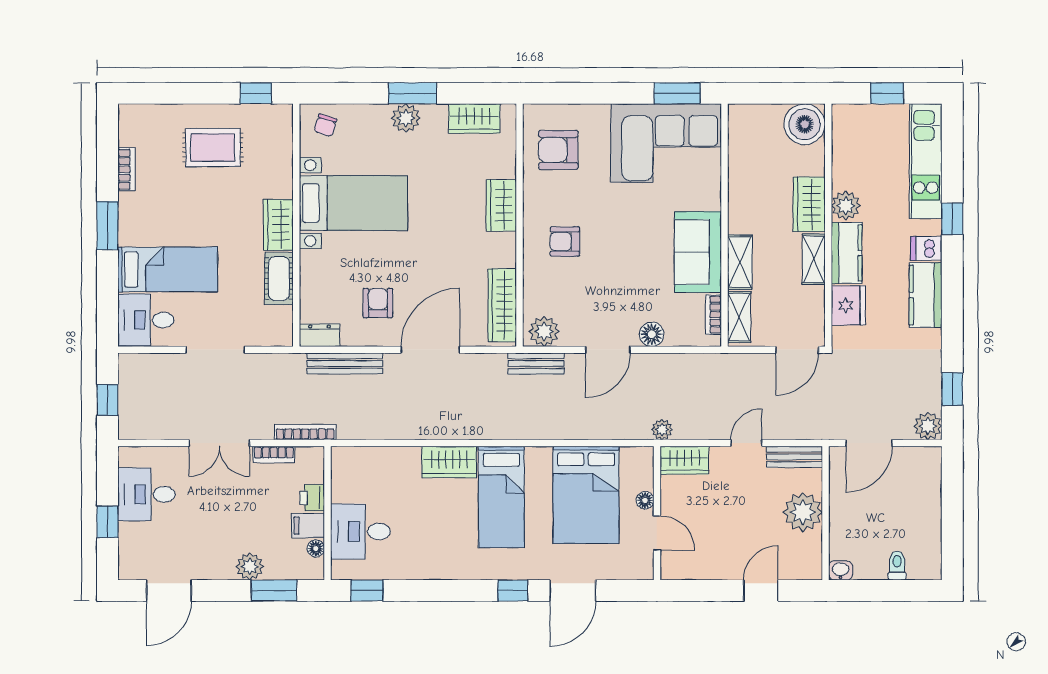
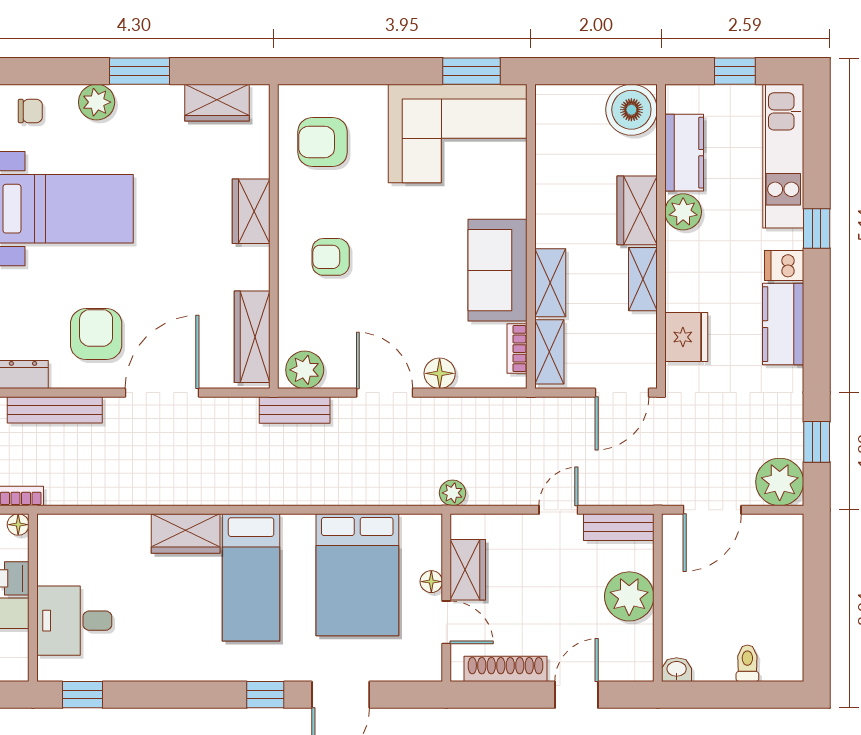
plant: (406, 118) -> (97, 102), moved
chair: (325, 125) -> (30, 111), turned -107
kitchen counter: (847, 253) -> (684, 153), moved
armchair: (378, 303) -> (96, 334), width x1.38, depth x1.38
door: (608, 350) -> (385, 393), swing flipped
plant: (928, 426) -> (780, 482), width x1.36, depth x1.36
wardrobe: (684, 460) -> (468, 570), moved, turned -90
floor lamp: (316, 548) -> (18, 525), moved
shoe rack: (704, 570) -> (506, 669), added

